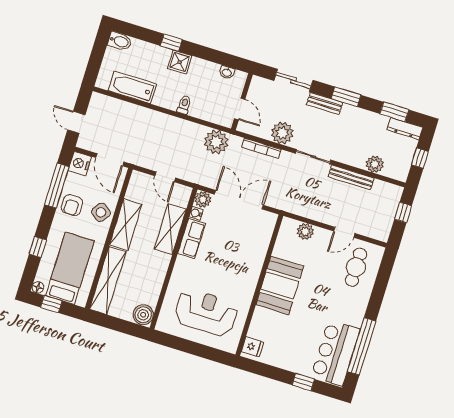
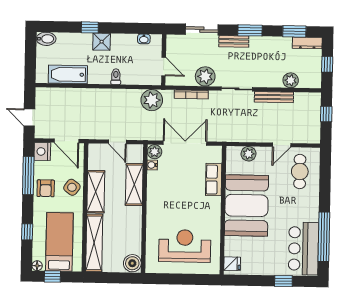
row of seats: (192, 239) -> (214, 180), moved, turned 180
booth: (280, 285) -> (246, 205), width x1.36, depth x1.42

